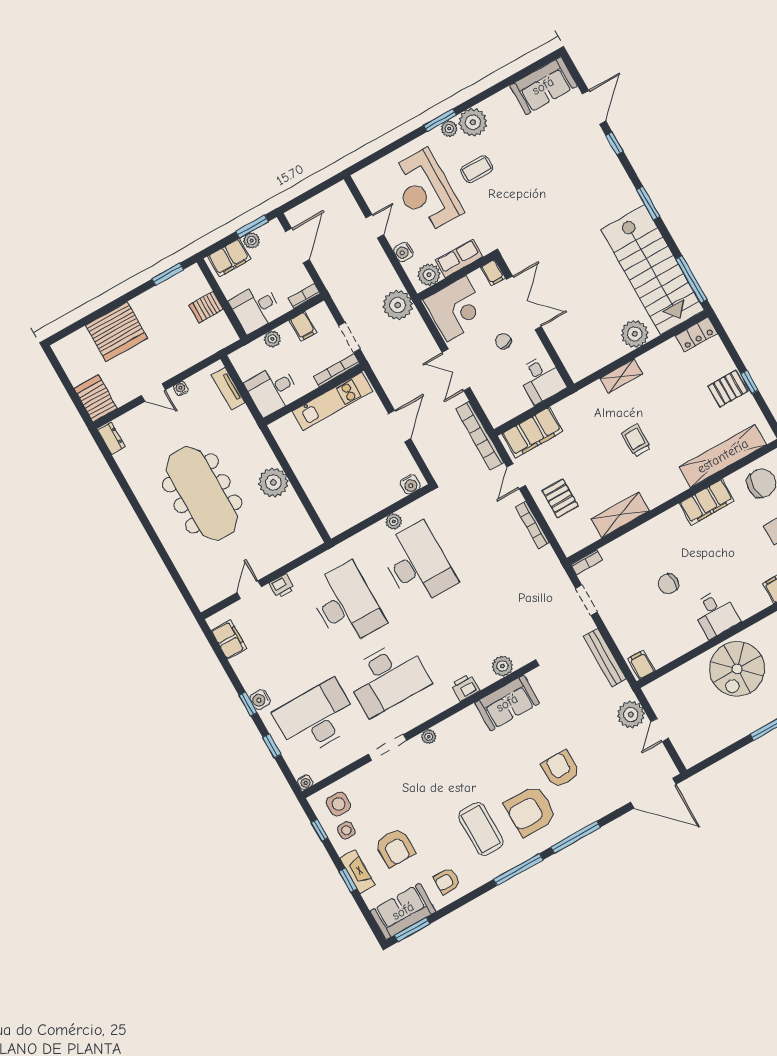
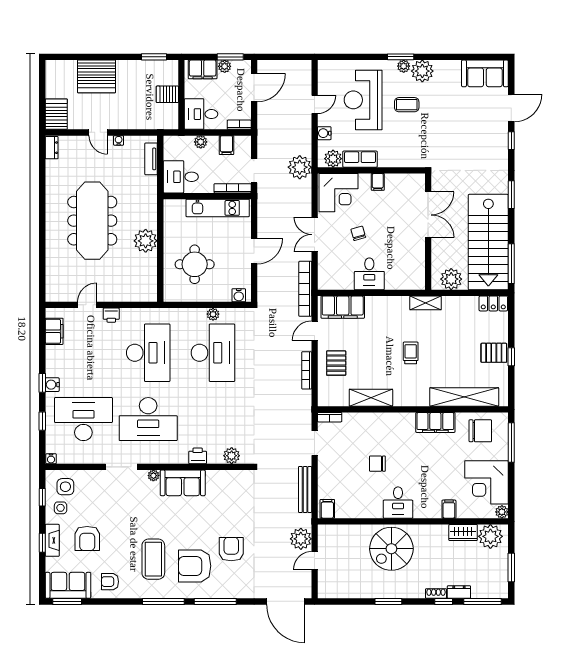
double door: (524, 303) -> (428, 215), moved
wall: (534, 321) -> (428, 232), moved
round table: (342, 478) -> (195, 264), added
sofa: (507, 703) -> (183, 483), moved

